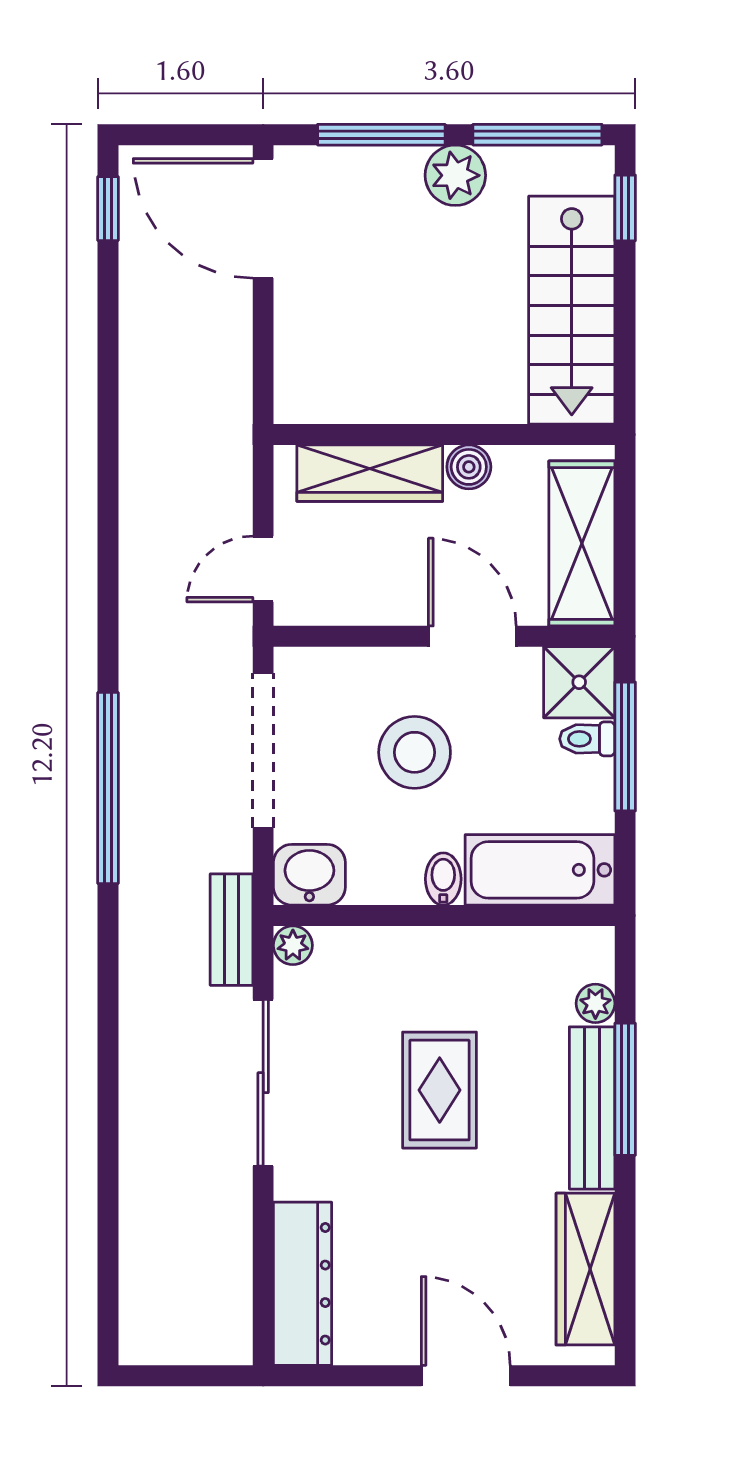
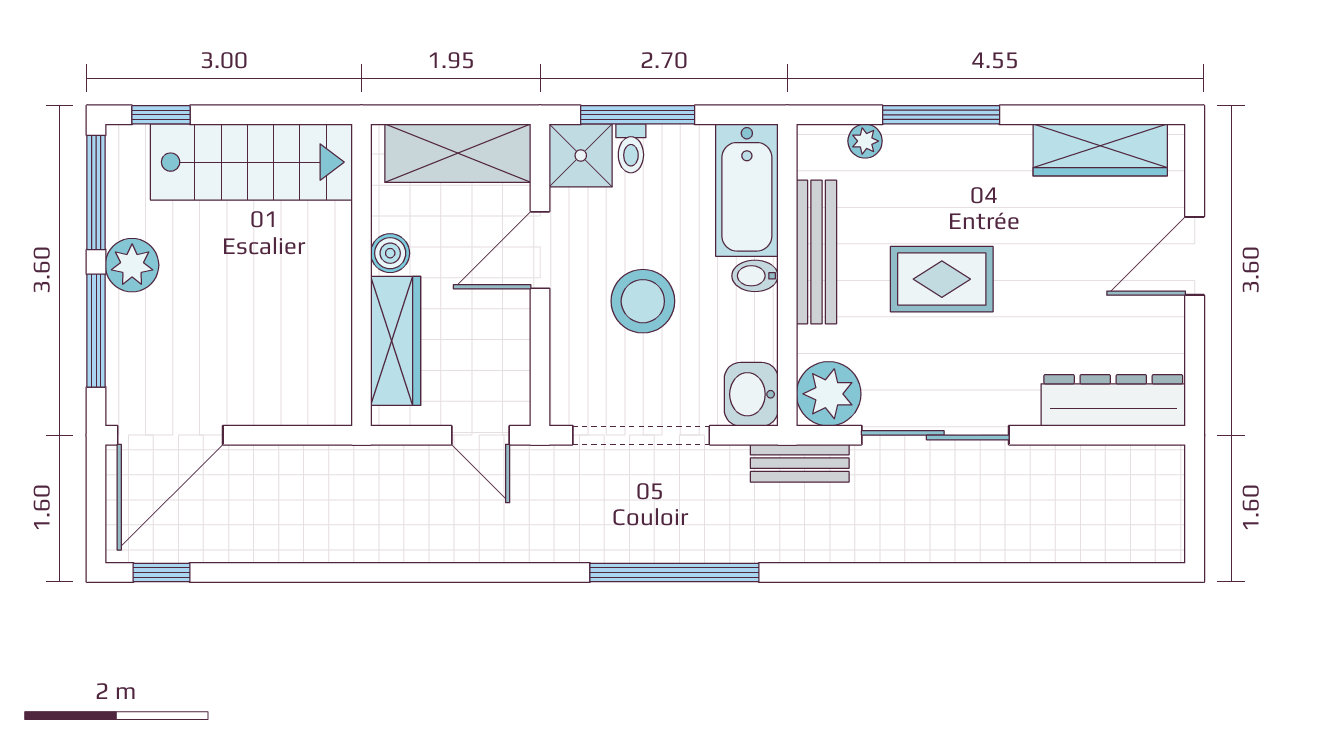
plant: (293, 945) -> (829, 394), width x1.88, depth x1.88
bench: (592, 1108) -> (816, 252), moved, turned 90

